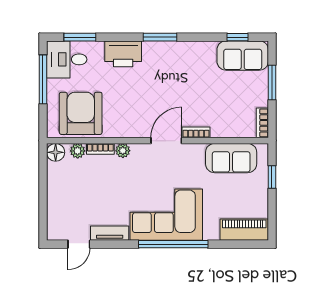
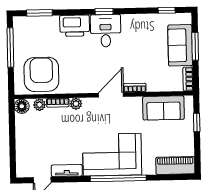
window: (160, 37) -> (104, 12), width x0.67
sofa: (243, 56) -> (180, 45), moved, turned 90
desk: (67, 59) -> (106, 31), moved, turned 90

